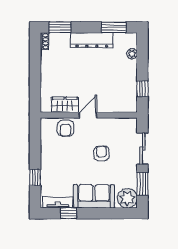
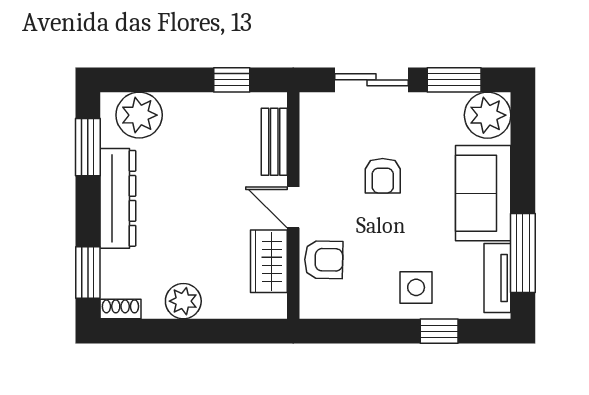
plant: (132, 54) -> (139, 115), width x1.88, depth x1.88
plant: (48, 68) -> (183, 301), added
bench: (116, 107) -> (274, 142), added
armchair: (101, 153) -> (383, 176), turned -90
side table: (54, 168) -> (416, 287), added
window: (68, 213) -> (523, 253), width x2.17

